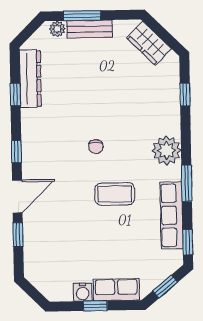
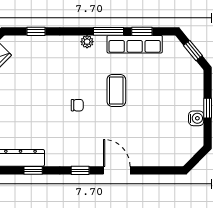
plant: (167, 150) -> (87, 42), width x0.53, depth x0.53
window: (18, 235) -> (148, 170), removed
window: (188, 242) -> (142, 31), moved
row of seats: (116, 290) -> (195, 91), removed

